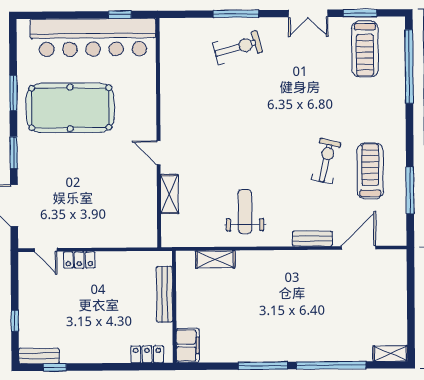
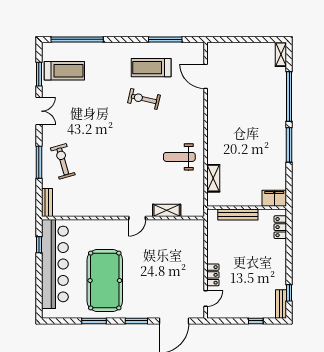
bench: (312, 239) -> (47, 203), moved

